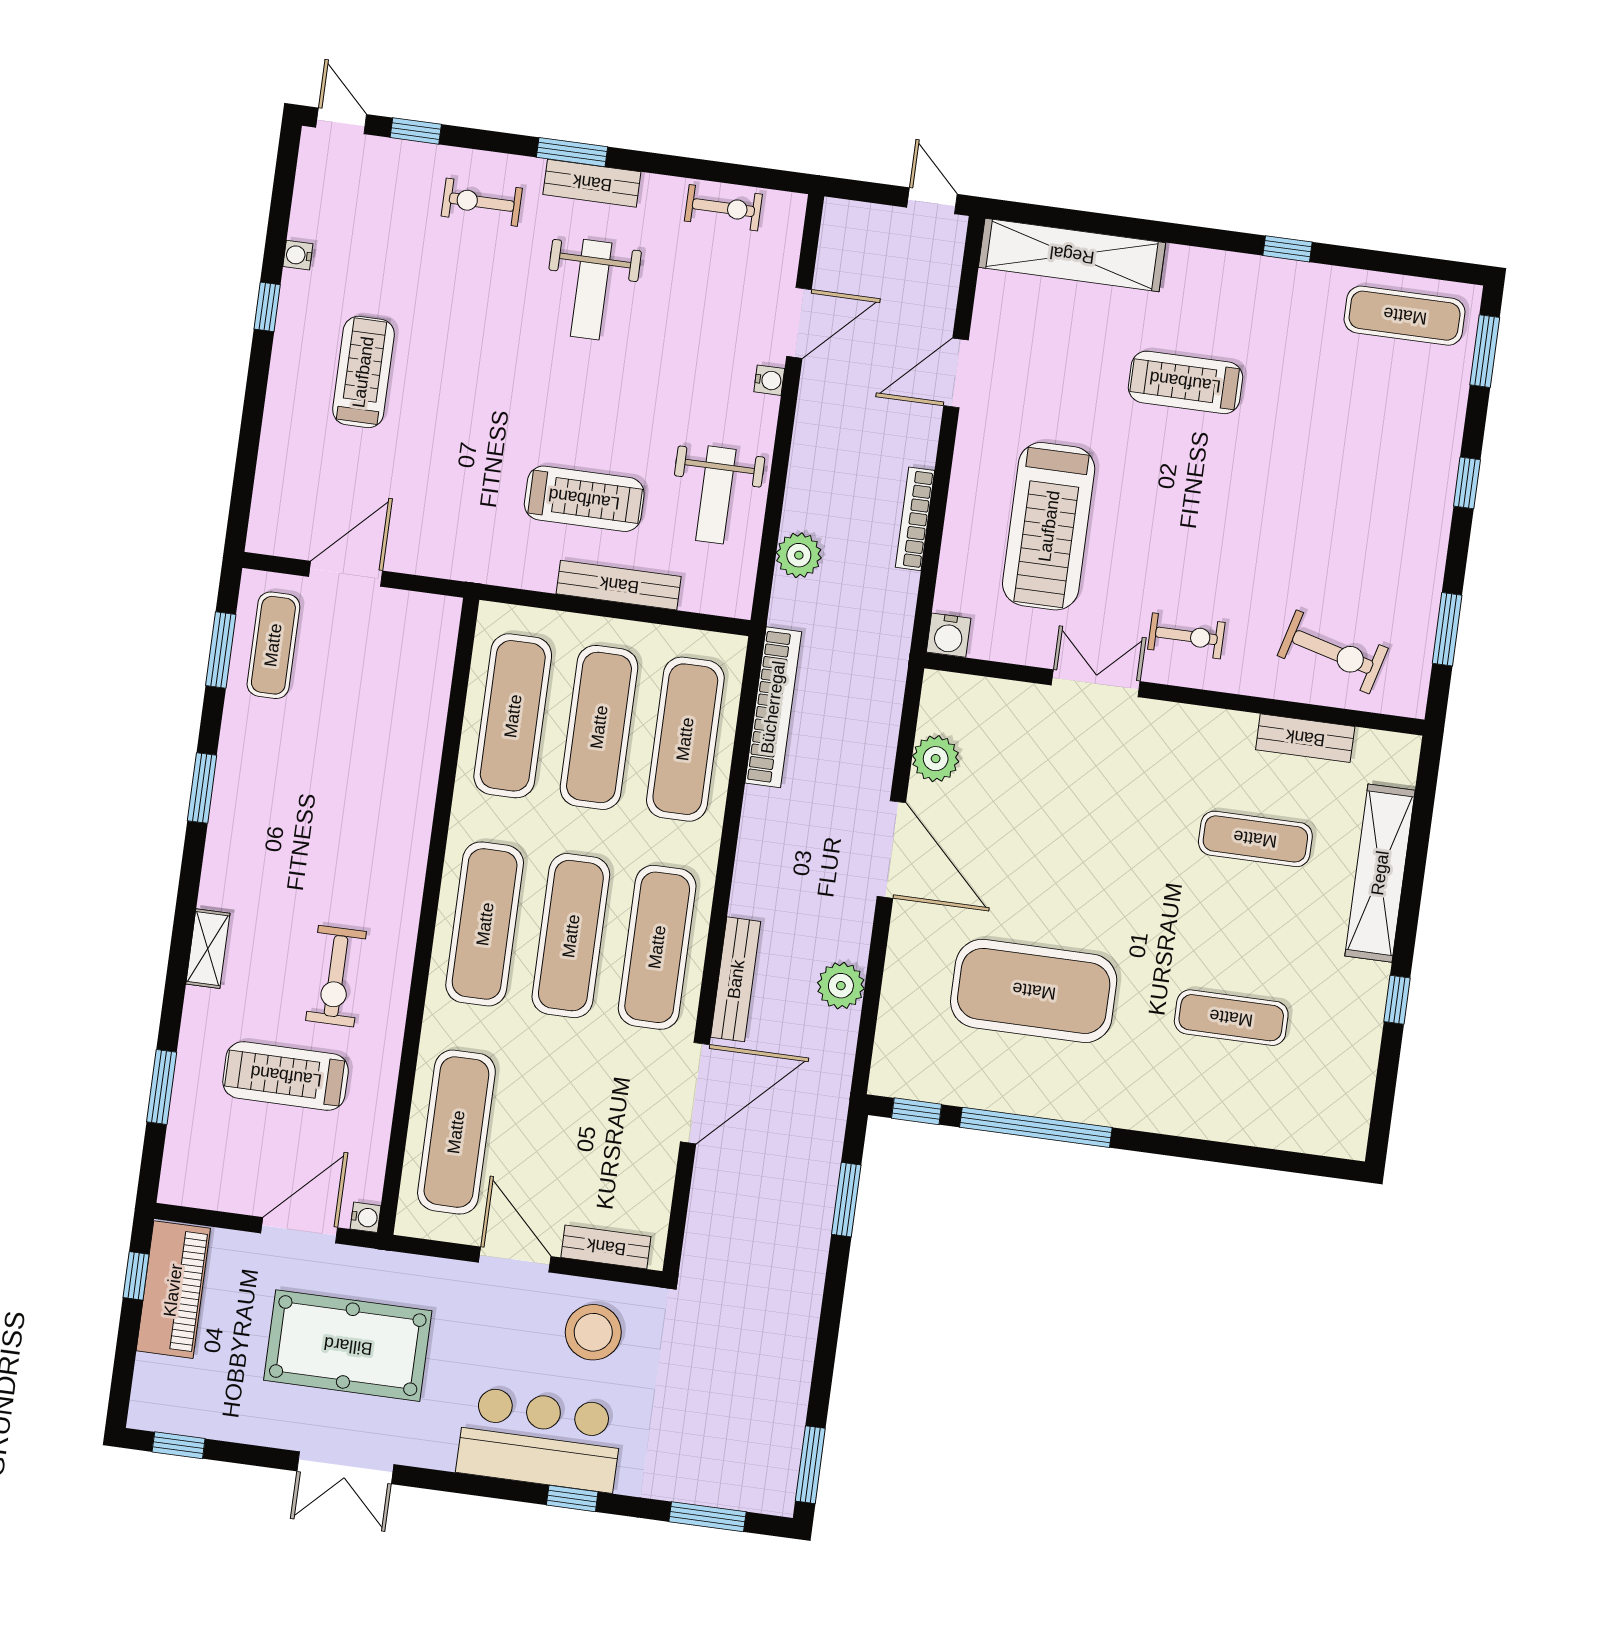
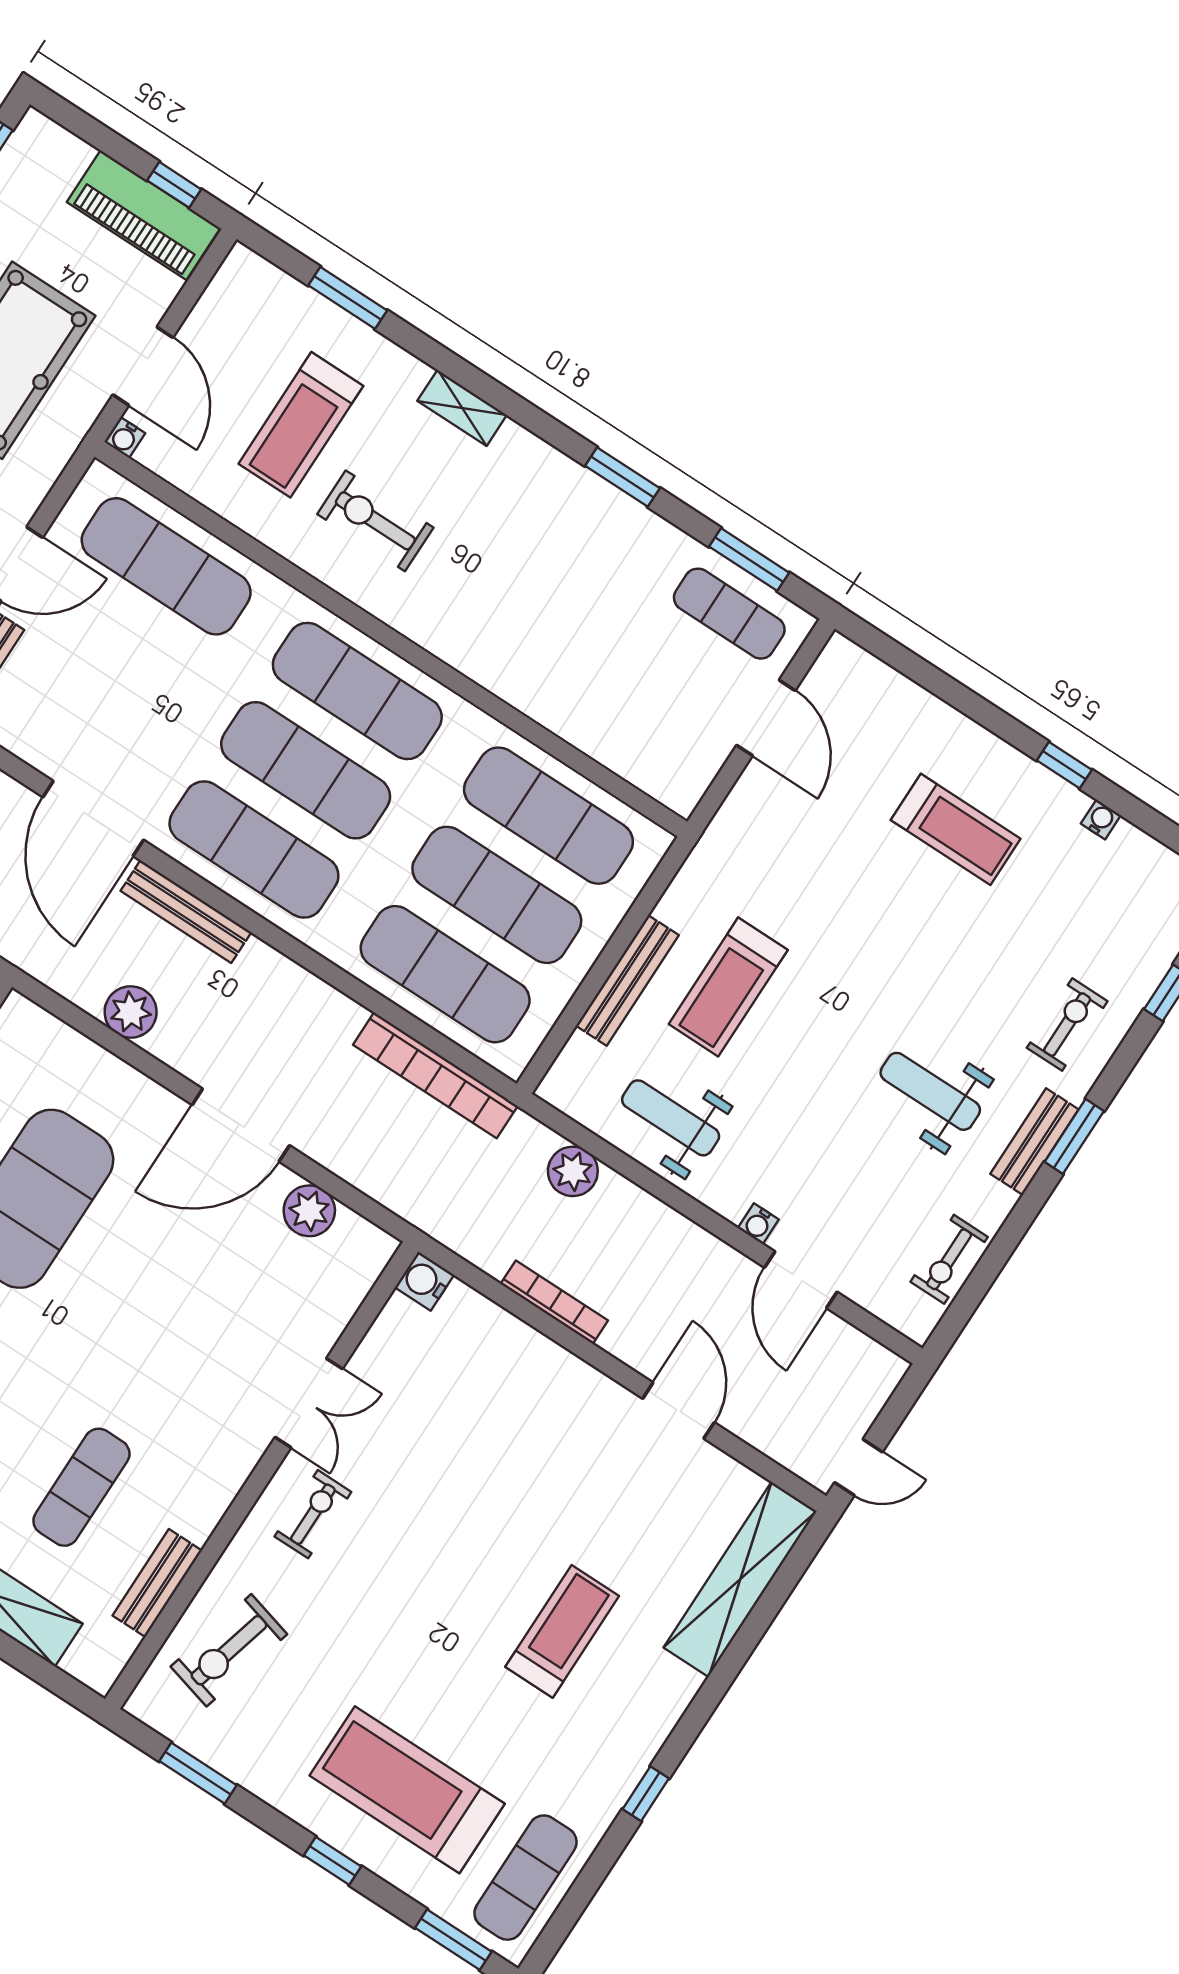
treadmill: (1049, 526) -> (407, 1790), moved
exercise bike: (1186, 636) -> (313, 1514), turned 180
treadmill: (286, 1076) -> (301, 425), turned 180

